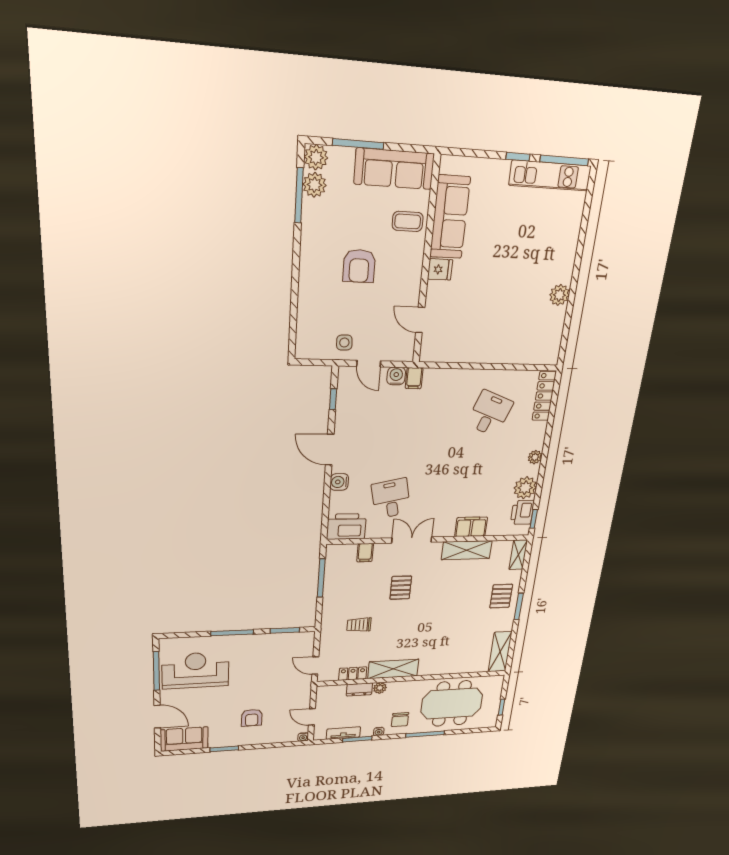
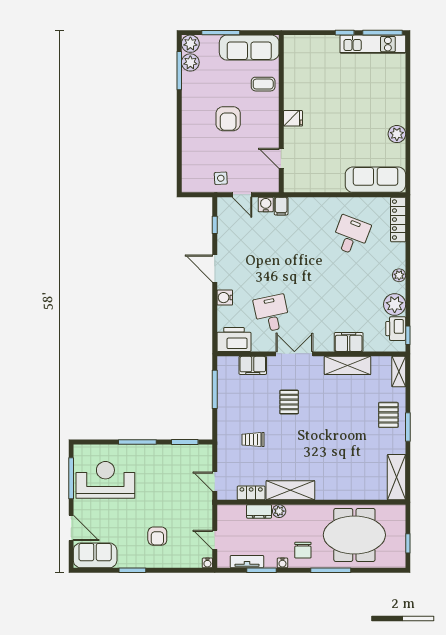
sofa: (450, 217) -> (375, 180), moved, turned -90
filing cabinet: (365, 553) -> (253, 365), width x2.00

